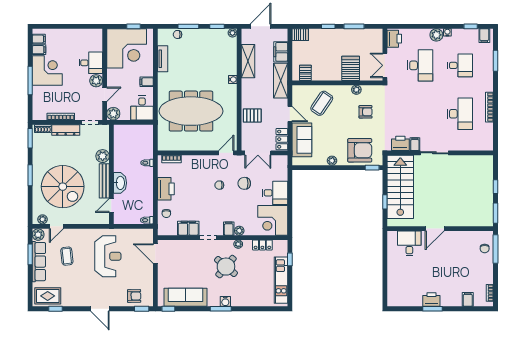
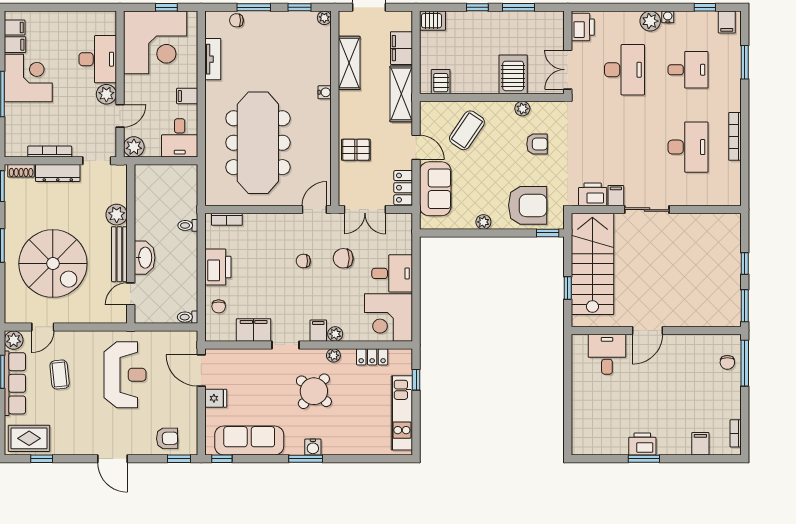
desk: (91, 63) -> (98, 59), width x1.37
meeting table: (191, 111) -> (258, 143), turned 90
plant: (43, 219) -> (21, 316), removed
fridge: (165, 271) -> (216, 398), added

